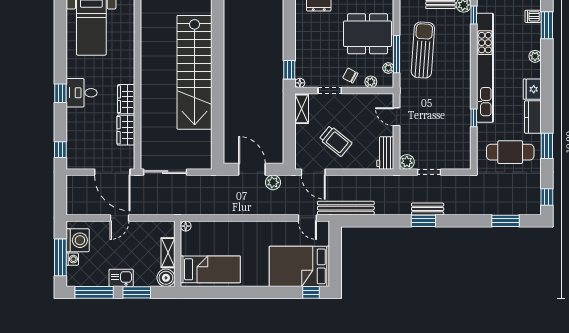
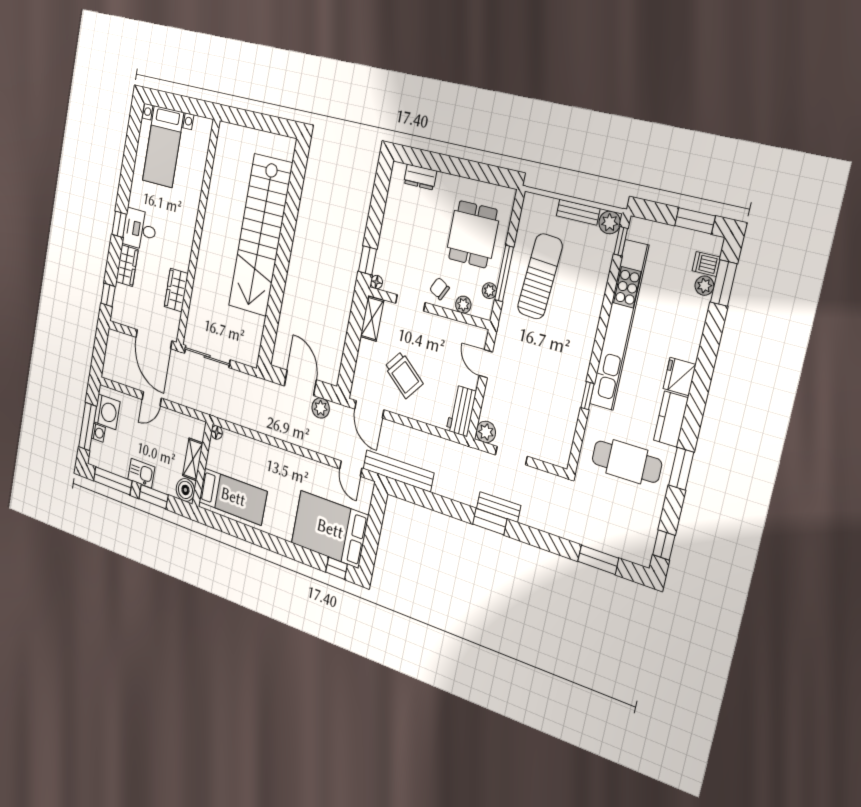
dining table: (368, 34) -> (473, 234), width x0.73
plant: (535, 56) -> (704, 286), moved
wardrobe: (126, 99) -> (127, 266), moved, turned 180

